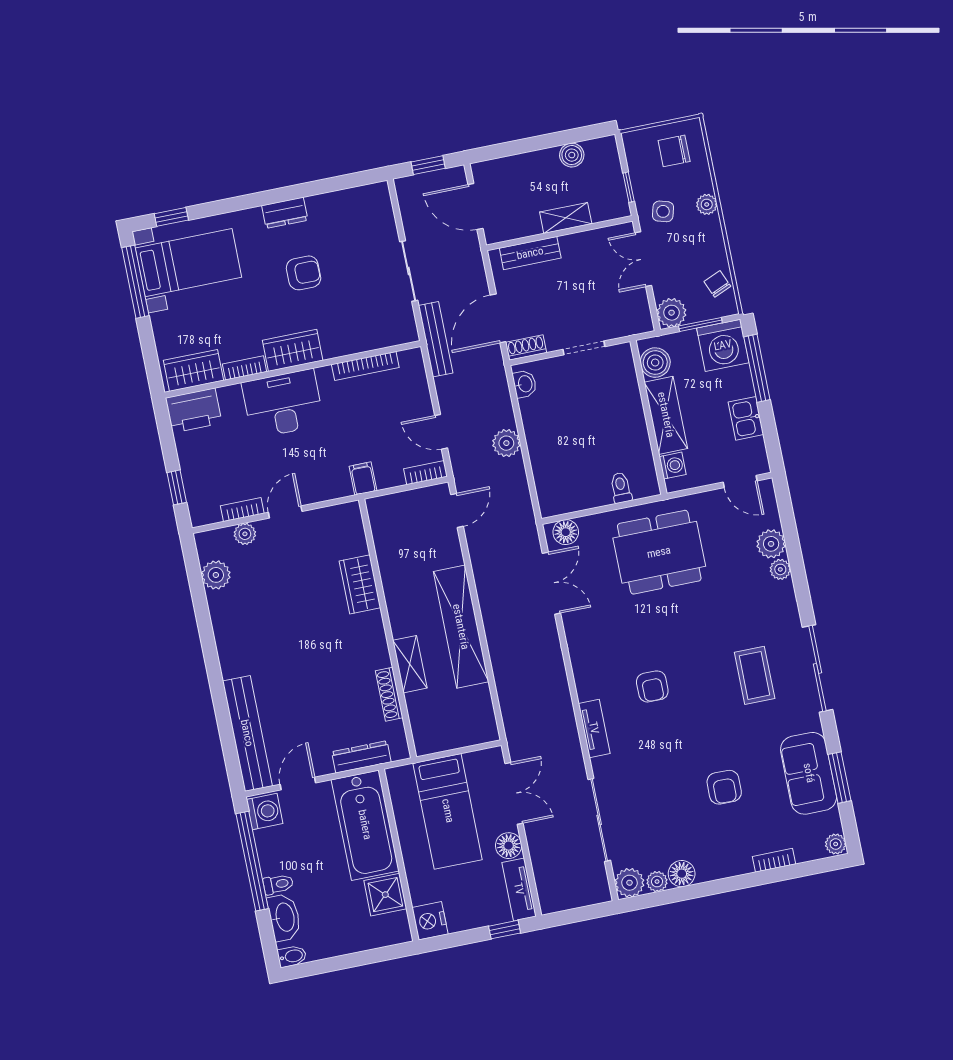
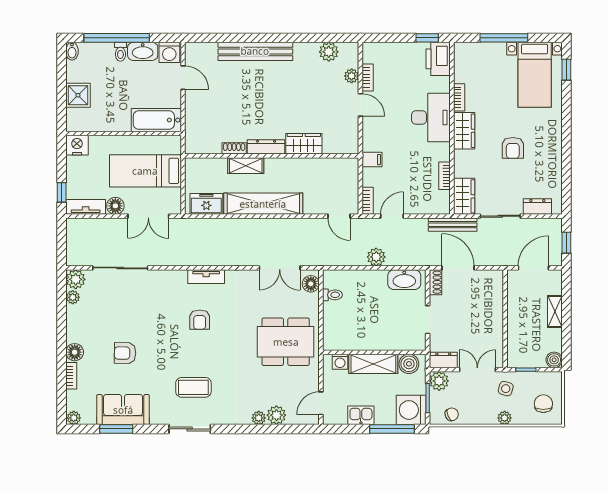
boiler: (572, 155) -> (554, 360), moved
dresser: (285, 213) -> (537, 207), moved, turned 90
shelving: (566, 218) -> (555, 311), moved
bench: (530, 253) -> (496, 297), removed
window: (135, 282) -> (504, 38), moved
dresser: (639, 313) -> (443, 360), added
bookcase: (365, 366) -> (445, 176), width x0.64
wardrobe: (194, 370) -> (464, 196), moved
washbasin: (525, 384) -> (404, 280), width x1.91, depth x1.45
window: (177, 487) -> (427, 38), moved
toilet: (621, 488) -> (332, 295), moved
dining table: (659, 552) -> (286, 342), turned 90
sliding door: (818, 668) -> (190, 429), width x0.73
armchair: (652, 686) -> (200, 320), turned -90
shoe rack: (389, 694) -> (234, 148), width x0.70
freezer: (478, 711) -> (206, 204), added
tv unit: (594, 728) -> (206, 277), moved
bench: (247, 733) -> (255, 51), moved
dresser: (361, 757) -> (266, 147), moved, turned -90
bathtub: (365, 825) -> (156, 120), width x0.73, depth x0.73
window: (252, 861) -> (117, 38), moved
floor lamp: (682, 874) -> (75, 352), moved
shower: (385, 895) -> (78, 95), moved
washbasin: (284, 917) -> (143, 51), moved

